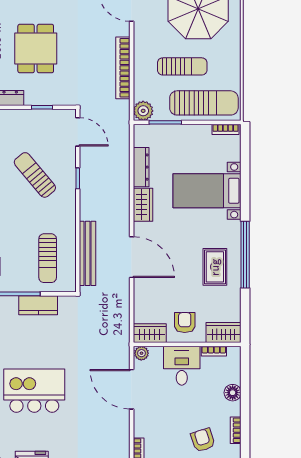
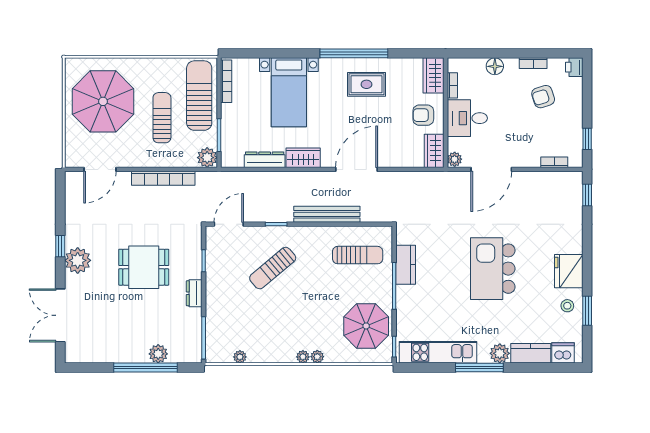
bookcase: (225, 129) -> (226, 81), width x1.56
bench: (88, 253) -> (327, 214), moved

